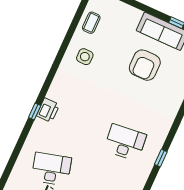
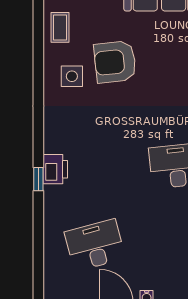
armchair: (145, 65) -> (115, 62), moved, turned 84

